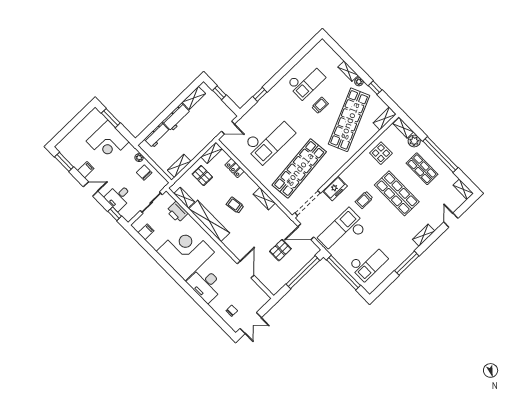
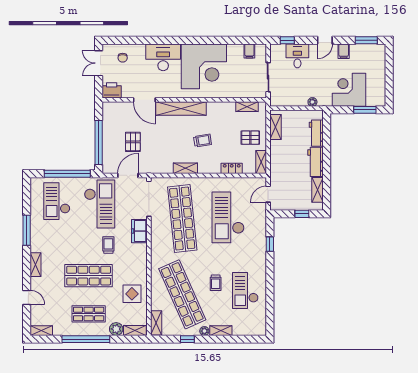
chair: (144, 173) -> (297, 95), removed
printer: (177, 212) -> (112, 90), moved
shelving: (209, 221) -> (181, 109), moved

